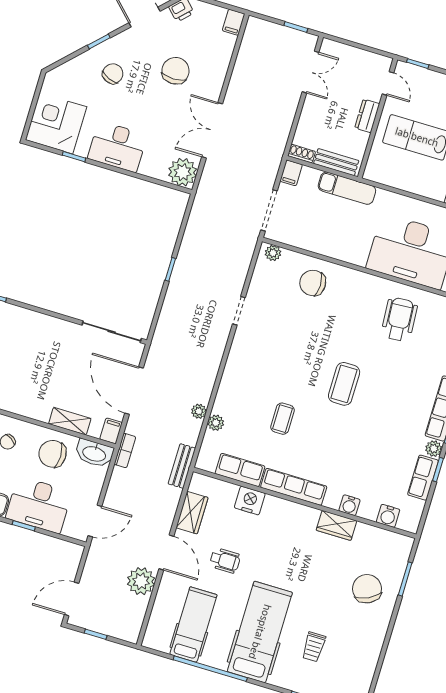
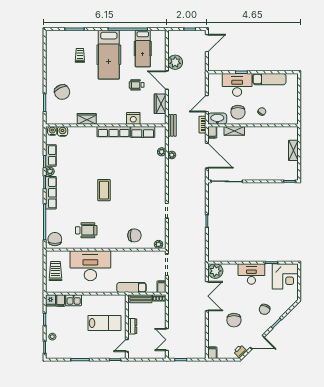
door: (388, 83) -> (127, 345), hinge flipped
wheelchair: (399, 319) -> (86, 230), turned -86
coffee table: (283, 419) -> (129, 164), removed
chair: (53, 454) -> (238, 112), turned 90
water cooler: (349, 505) -> (52, 131), moved
door: (95, 521) -> (207, 104), moved

